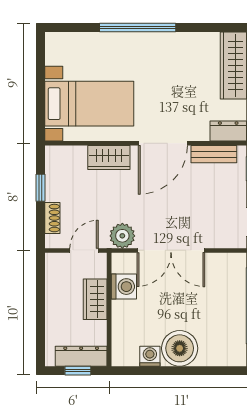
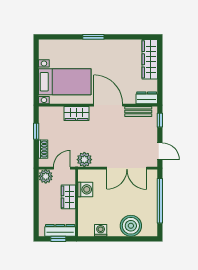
window: (138, 28) -> (93, 37), width x0.47
door: (163, 143) -> (108, 105), swing flipped
double door: (171, 250) -> (127, 168), moved
plant: (57, 264) -> (46, 176), added
boiler: (180, 348) -> (131, 226), moved

